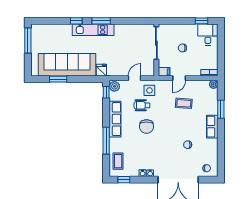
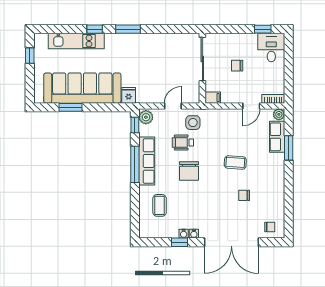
kitchen unit: (93, 30) -> (76, 41), moved
window: (28, 41) -> (30, 56), width x0.46
door: (179, 78) -> (251, 106), moved
coffee table: (184, 103) -> (235, 162), moved
row of seats: (212, 127) -> (277, 137), moved
window: (106, 141) -> (135, 164), moved
coffee table: (118, 161) -> (160, 205), moved
window: (124, 180) -> (180, 242), moved

